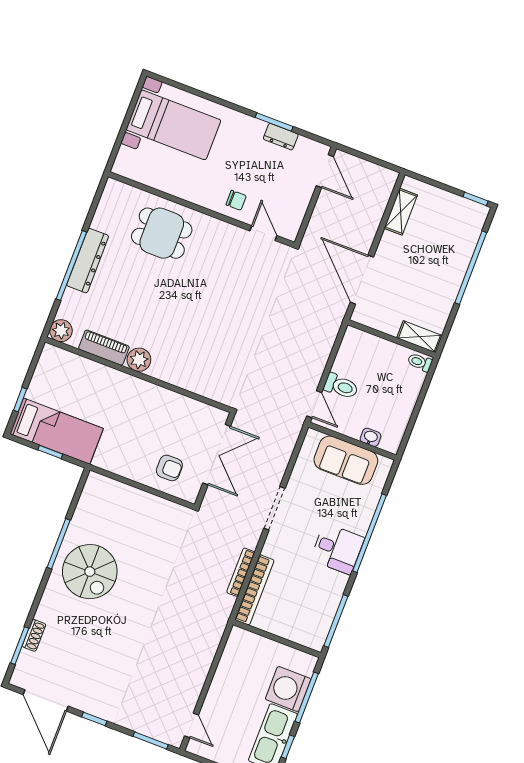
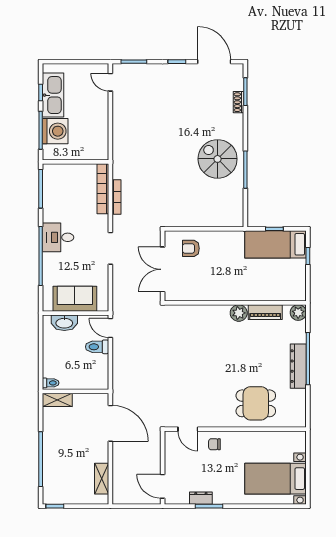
washbasin: (371, 437) -> (64, 323), width x1.91, depth x1.45

